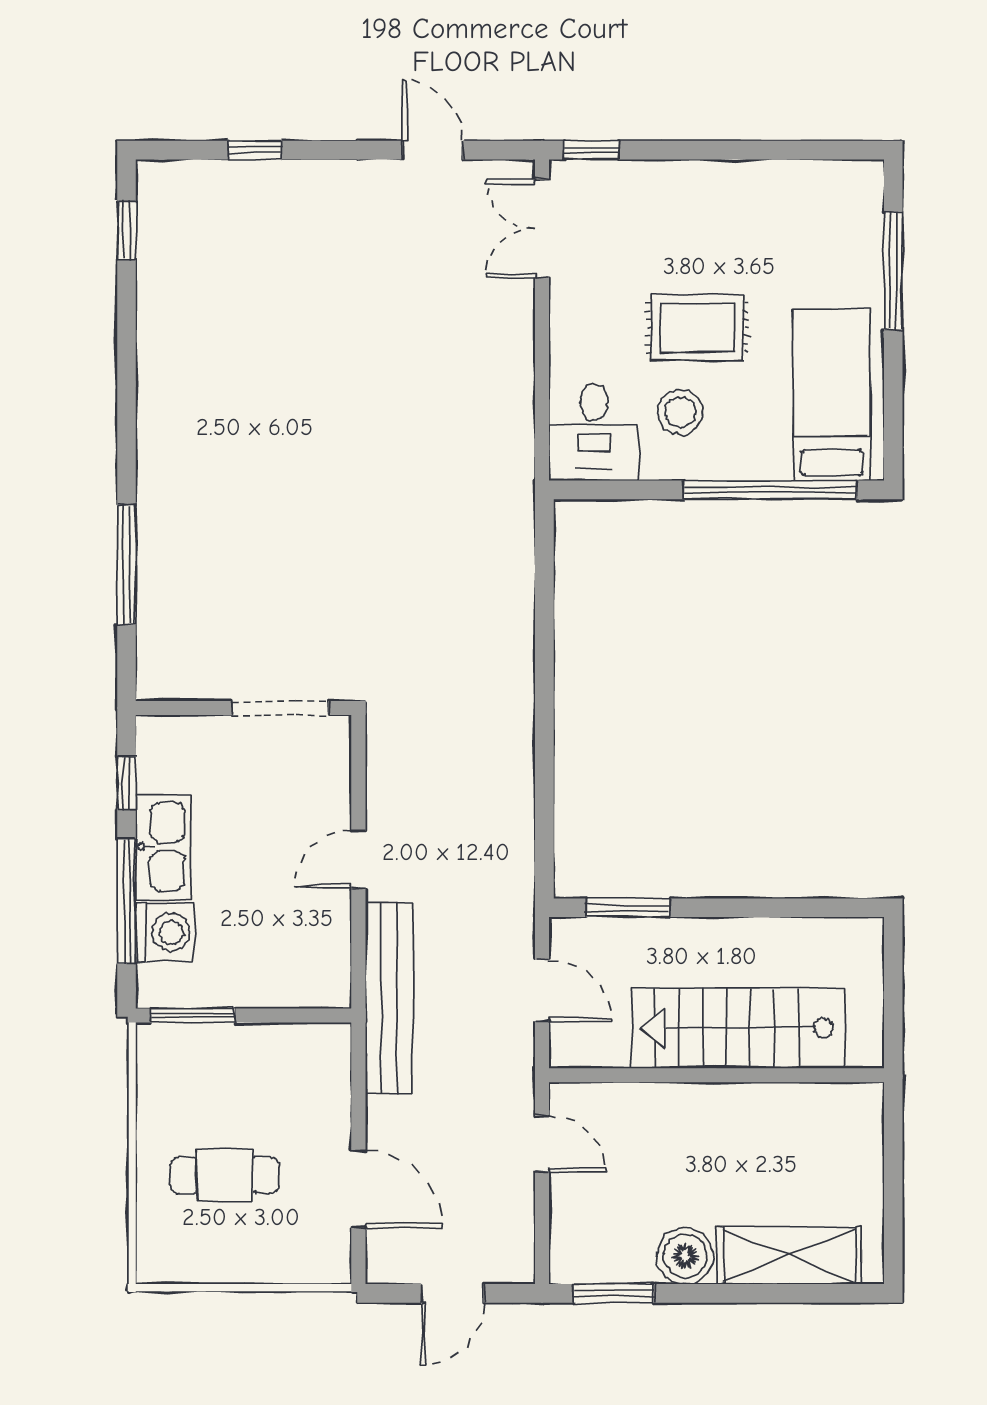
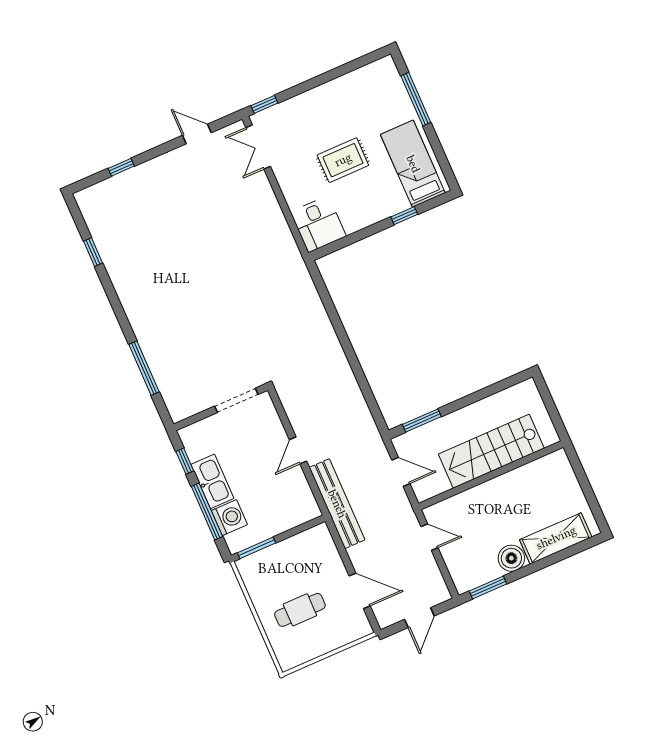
window: (127, 230) -> (93, 252), moved
stool: (680, 412) -> (351, 199), removed
window: (770, 490) -> (404, 216), width x0.32

